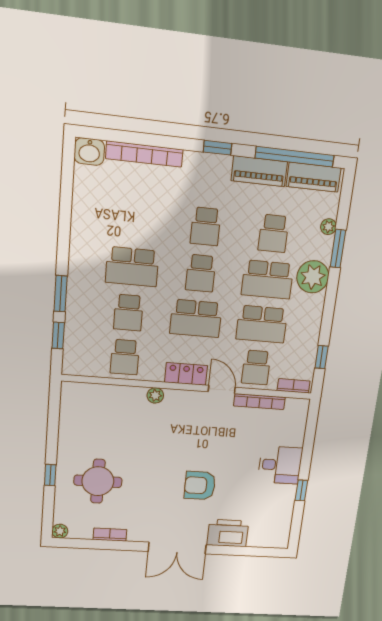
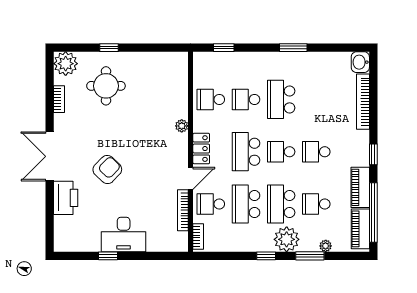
window: (61, 294) -> (293, 48), moved
window: (322, 357) -> (266, 256), moved
desk: (280, 465) -> (124, 234), width x1.37
armchair: (200, 485) -> (107, 170), turned 44
plant: (60, 531) -> (66, 64), width x1.87, depth x1.87

